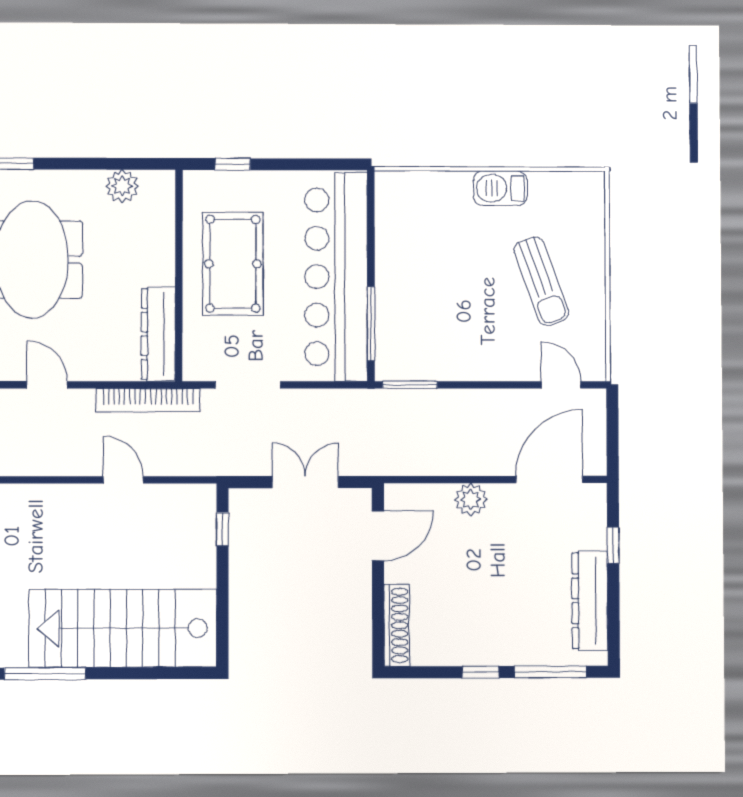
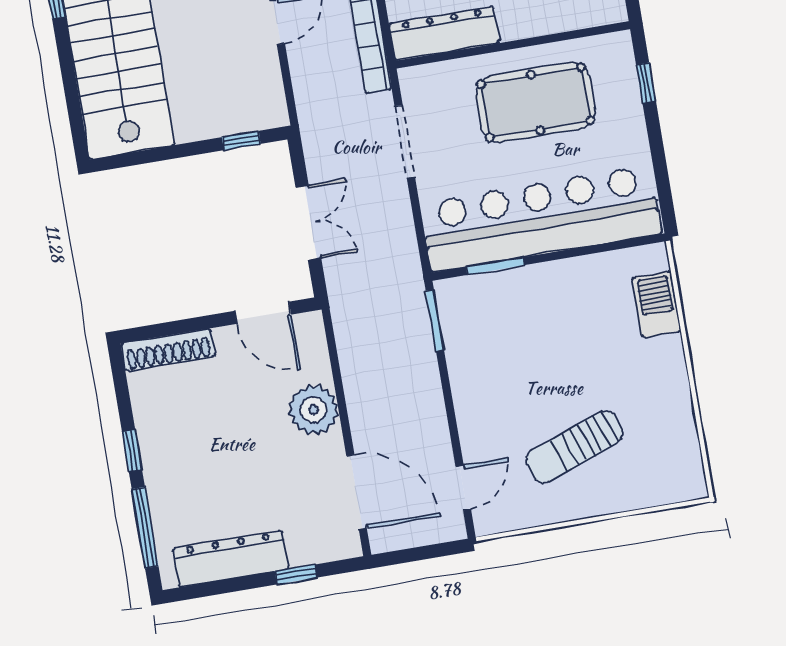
barbecue: (500, 188) -> (657, 304), moved
window: (371, 324) -> (495, 266), width x0.69
plant: (471, 499) -> (313, 410), width x1.36, depth x1.36

